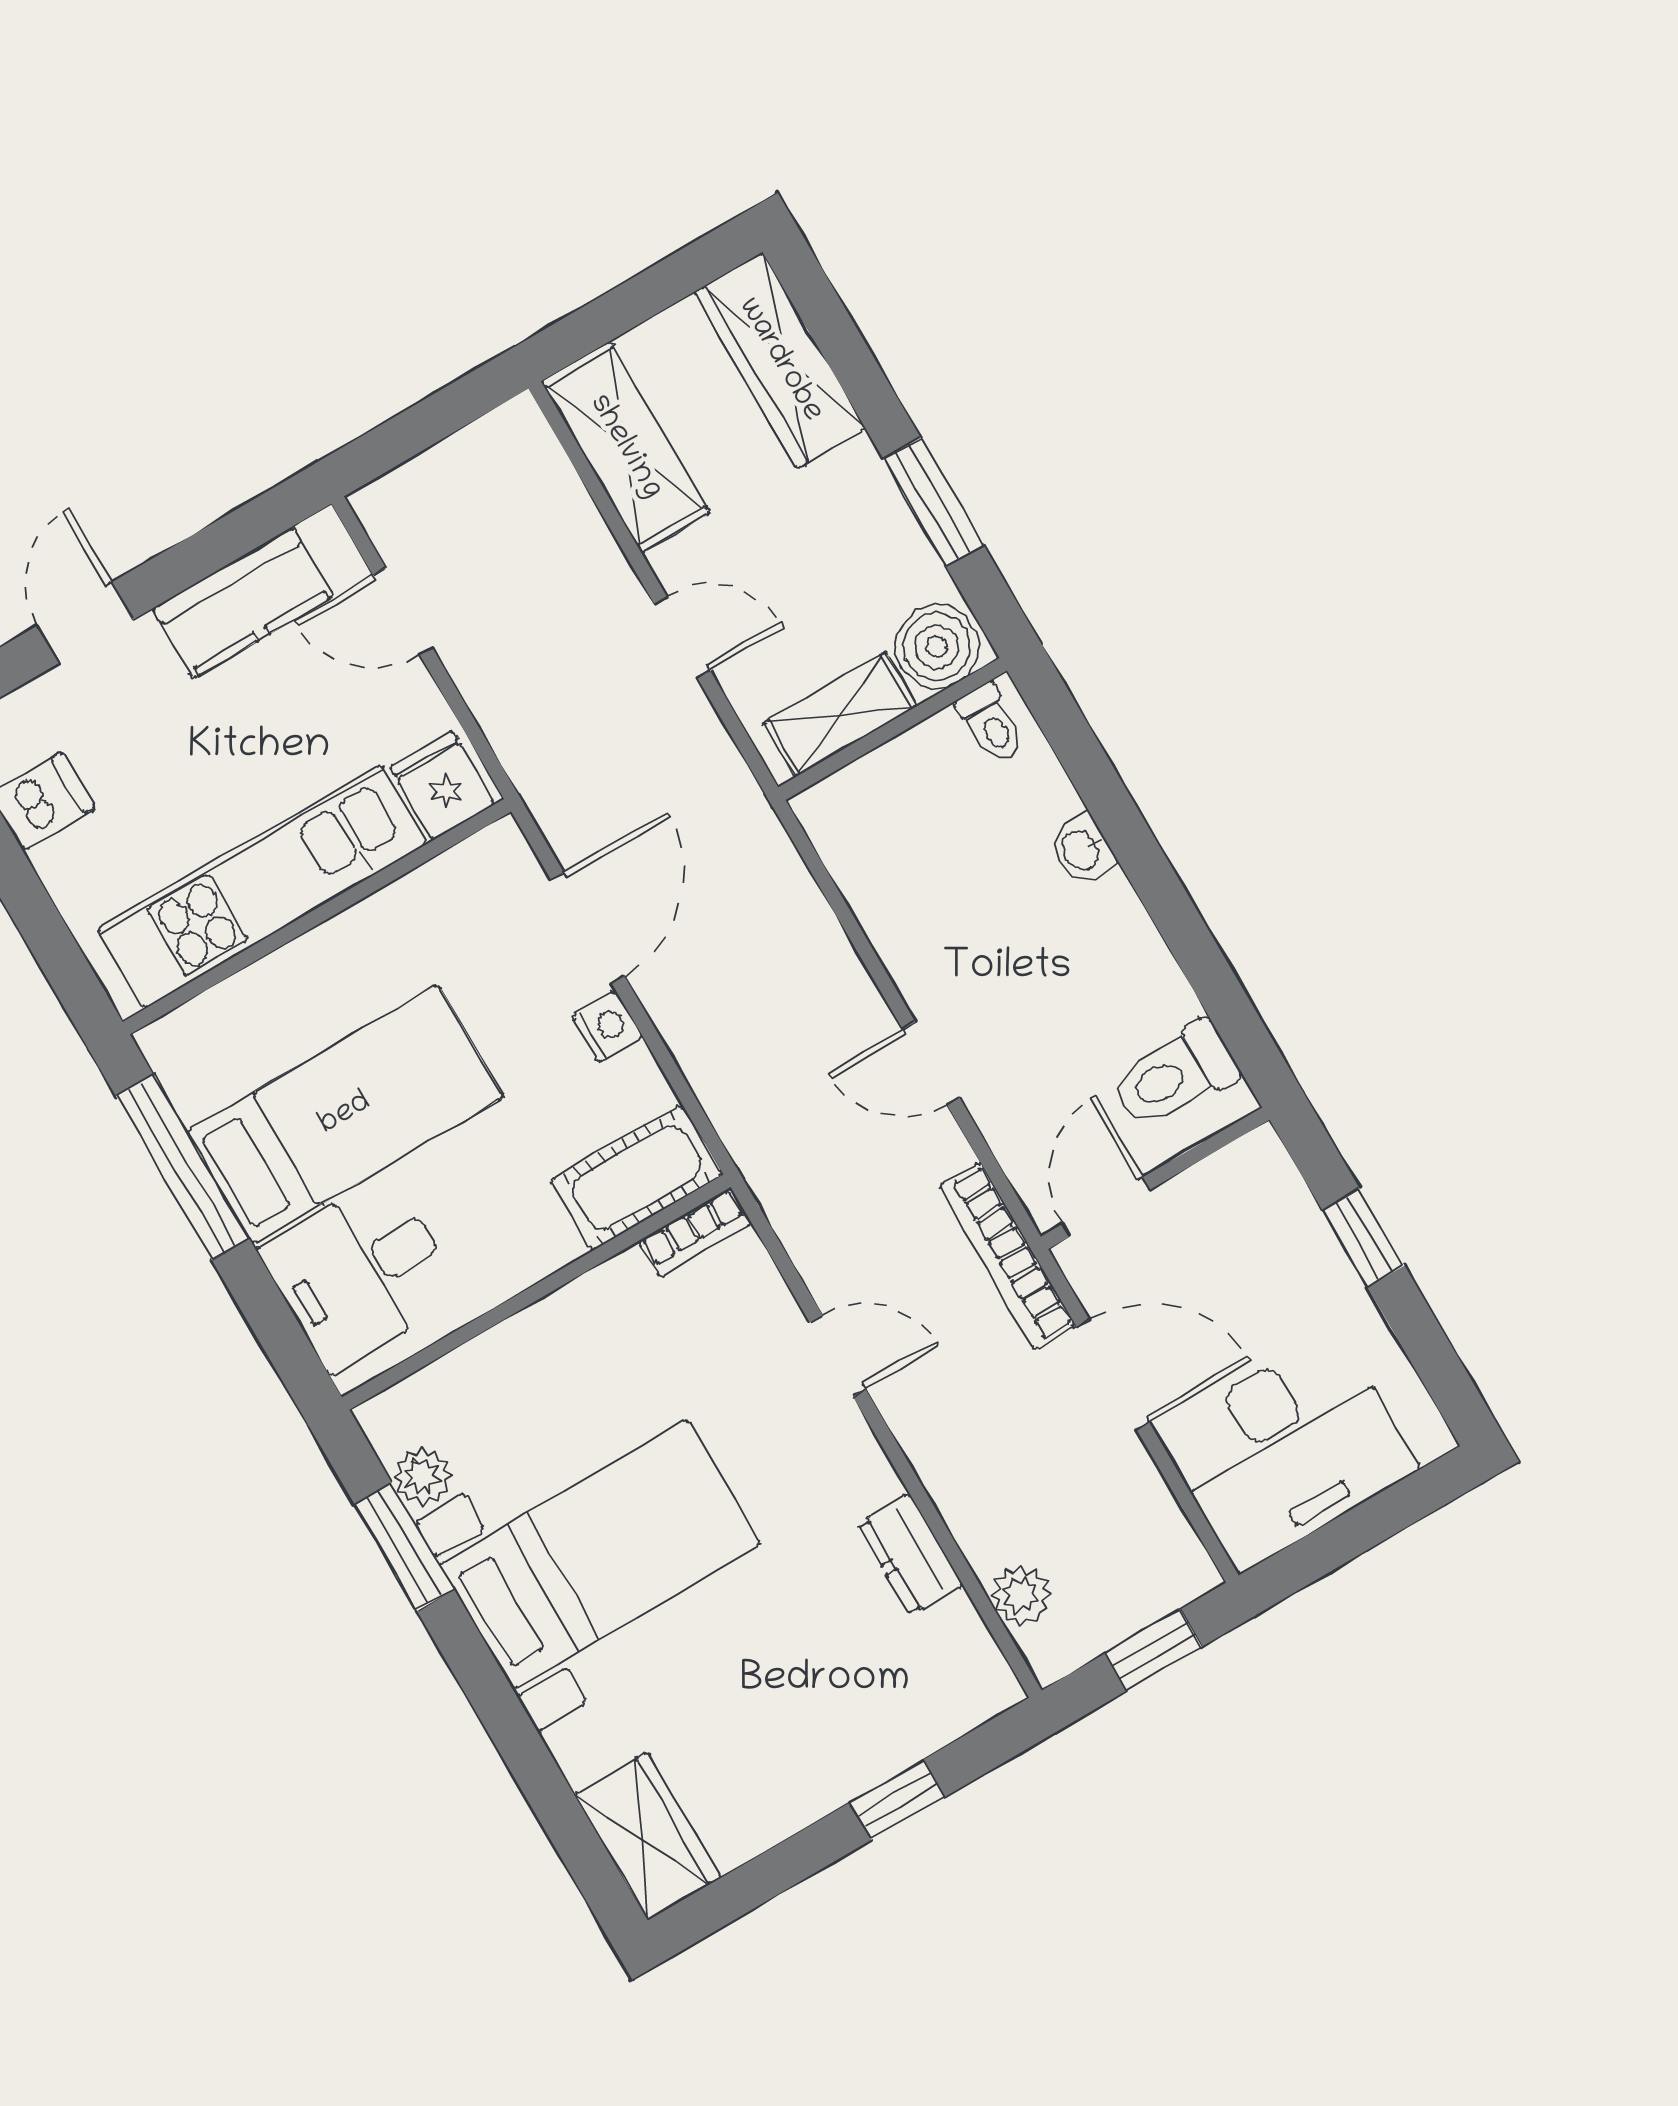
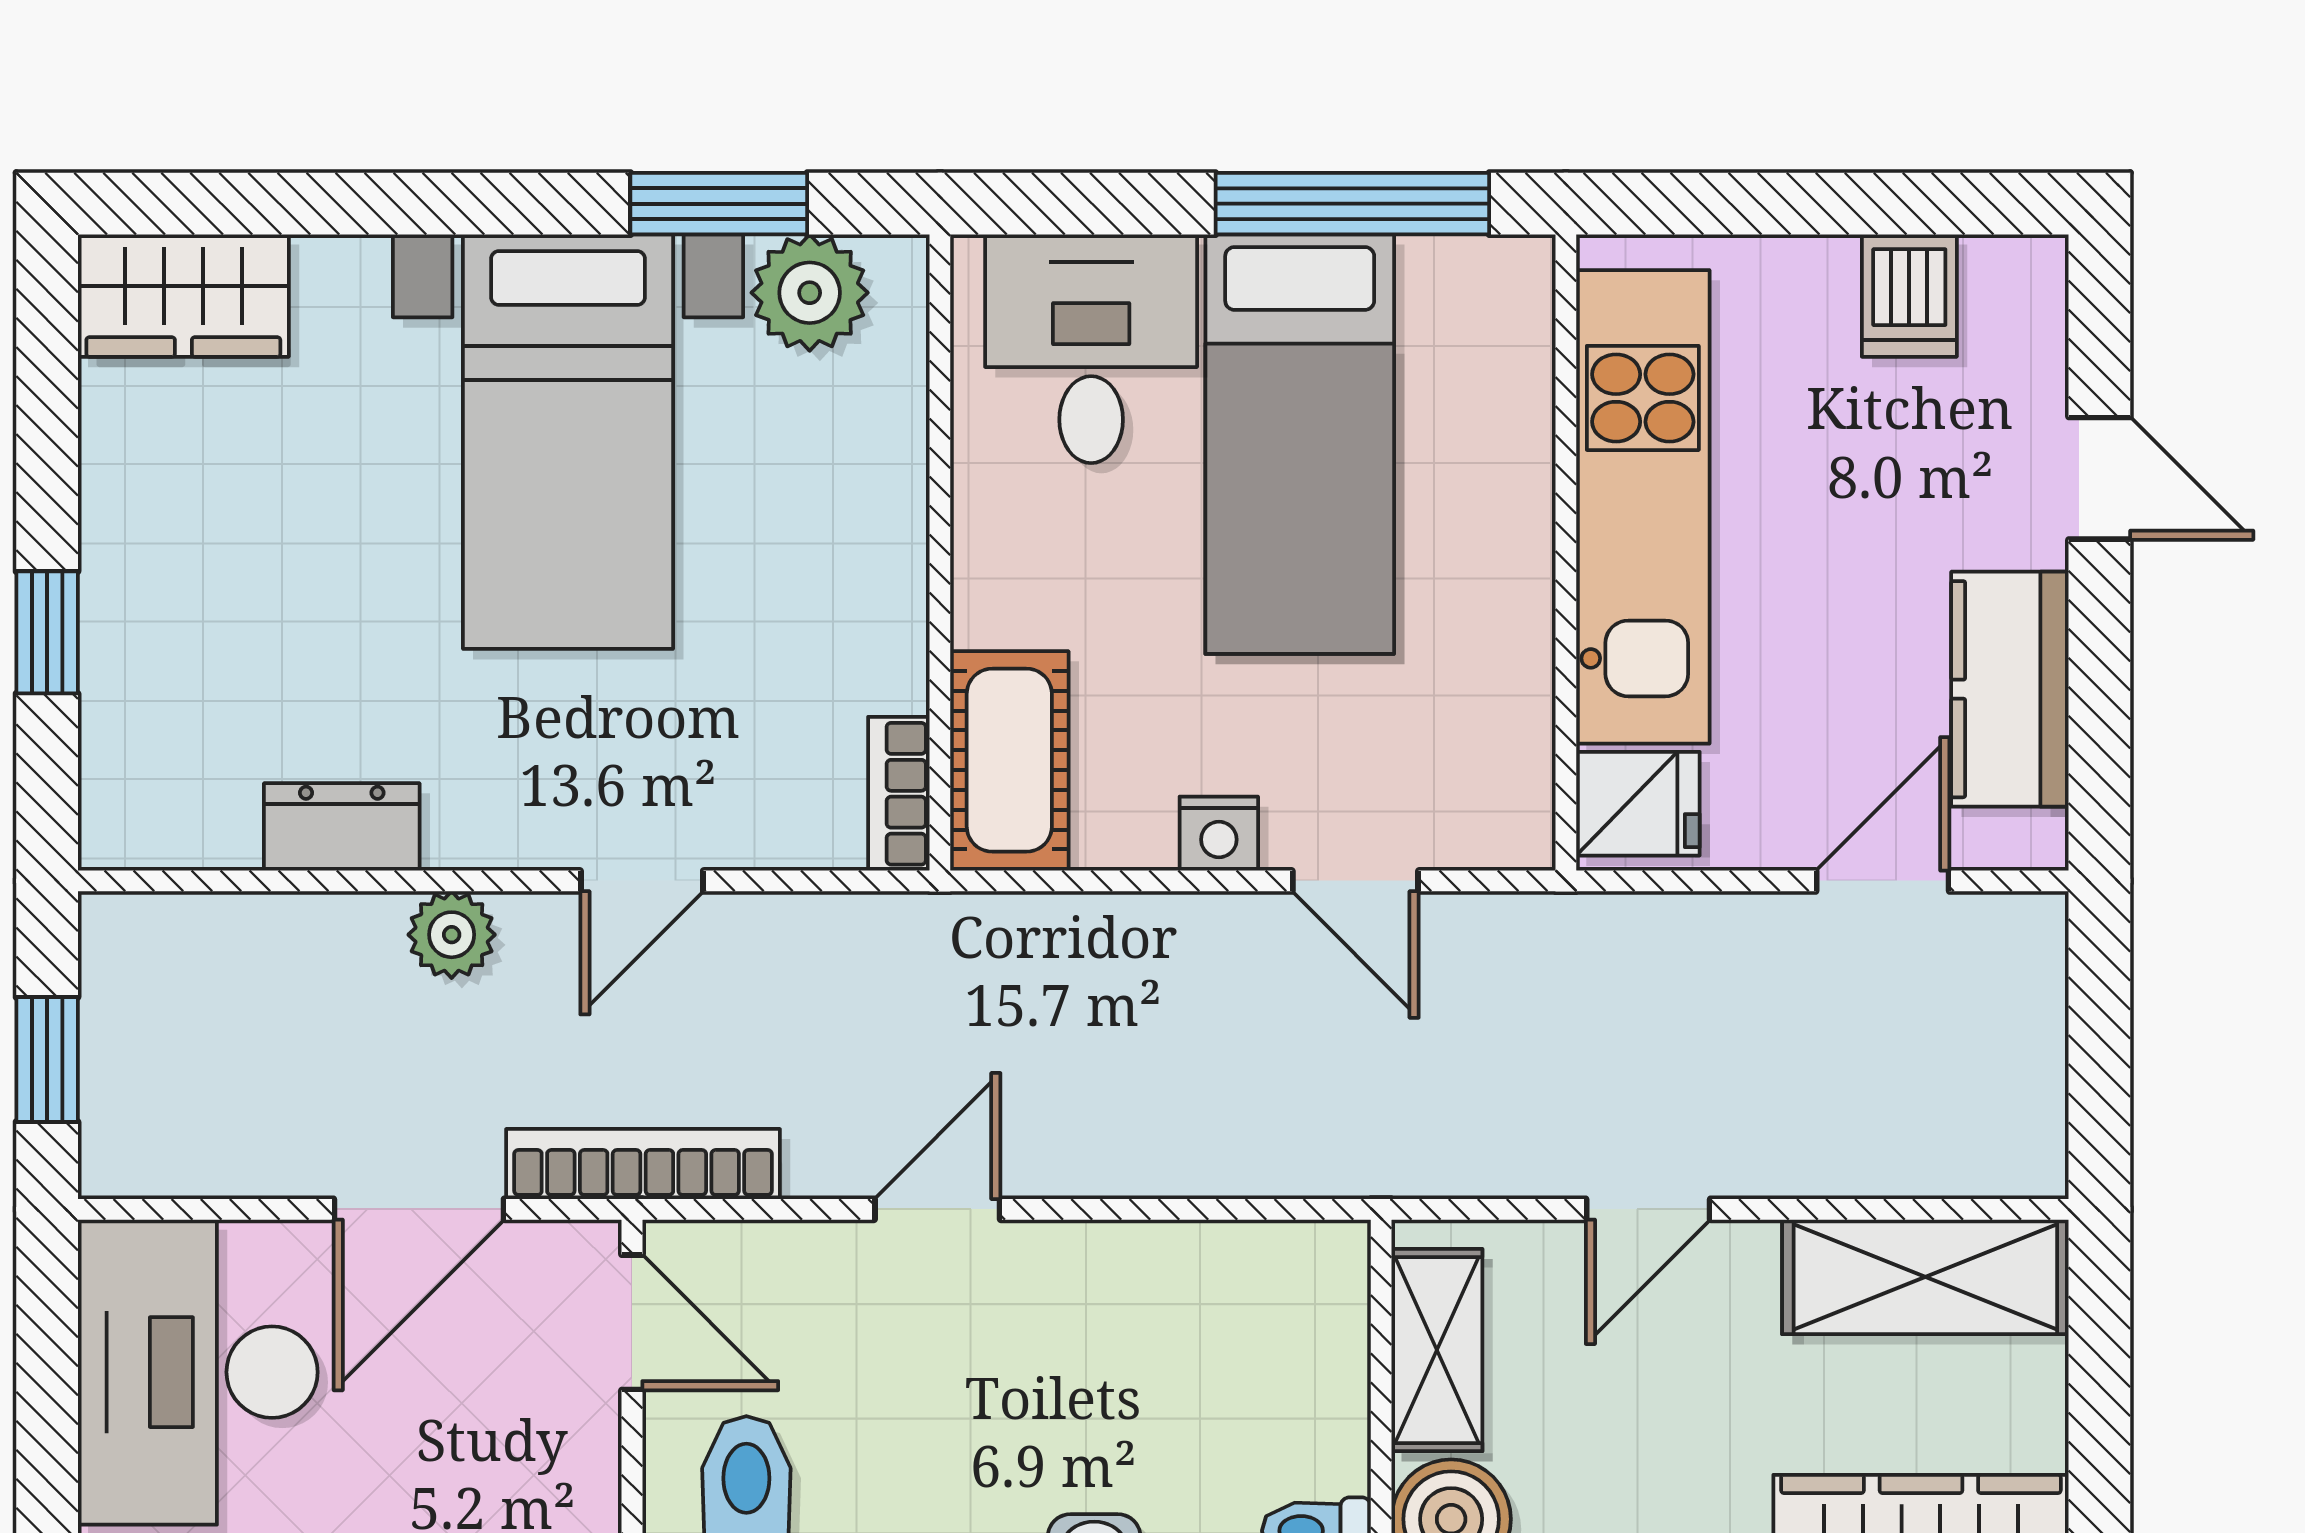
door: (588, 928) -> (1355, 881), width x0.73
plant: (422, 1477) -> (810, 293), width x1.38, depth x1.38
plant: (1021, 1595) -> (452, 935), moved

